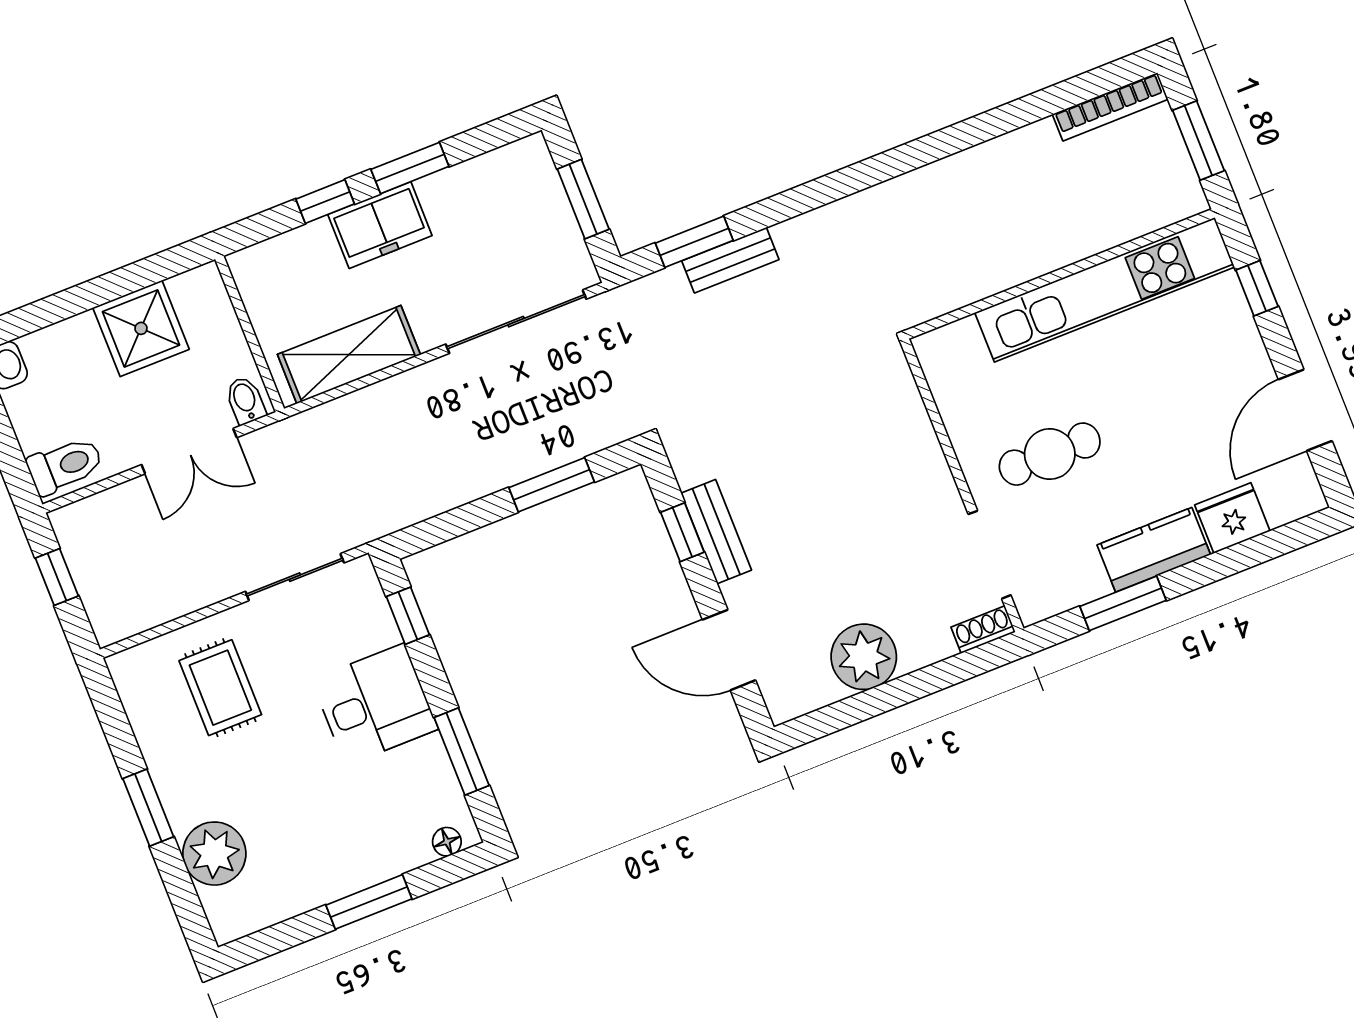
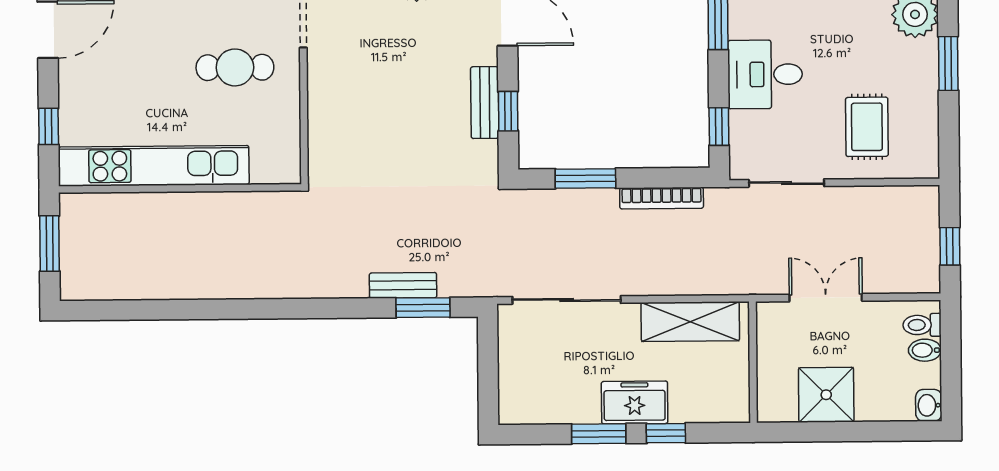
bookcase: (1110, 107) -> (662, 198), moved, turned 180
window: (583, 199) -> (488, 366), removed
bidet: (245, 400) -> (925, 350), moved, turned 90
toilet: (65, 466) -> (922, 325), width x0.73, depth x0.72

